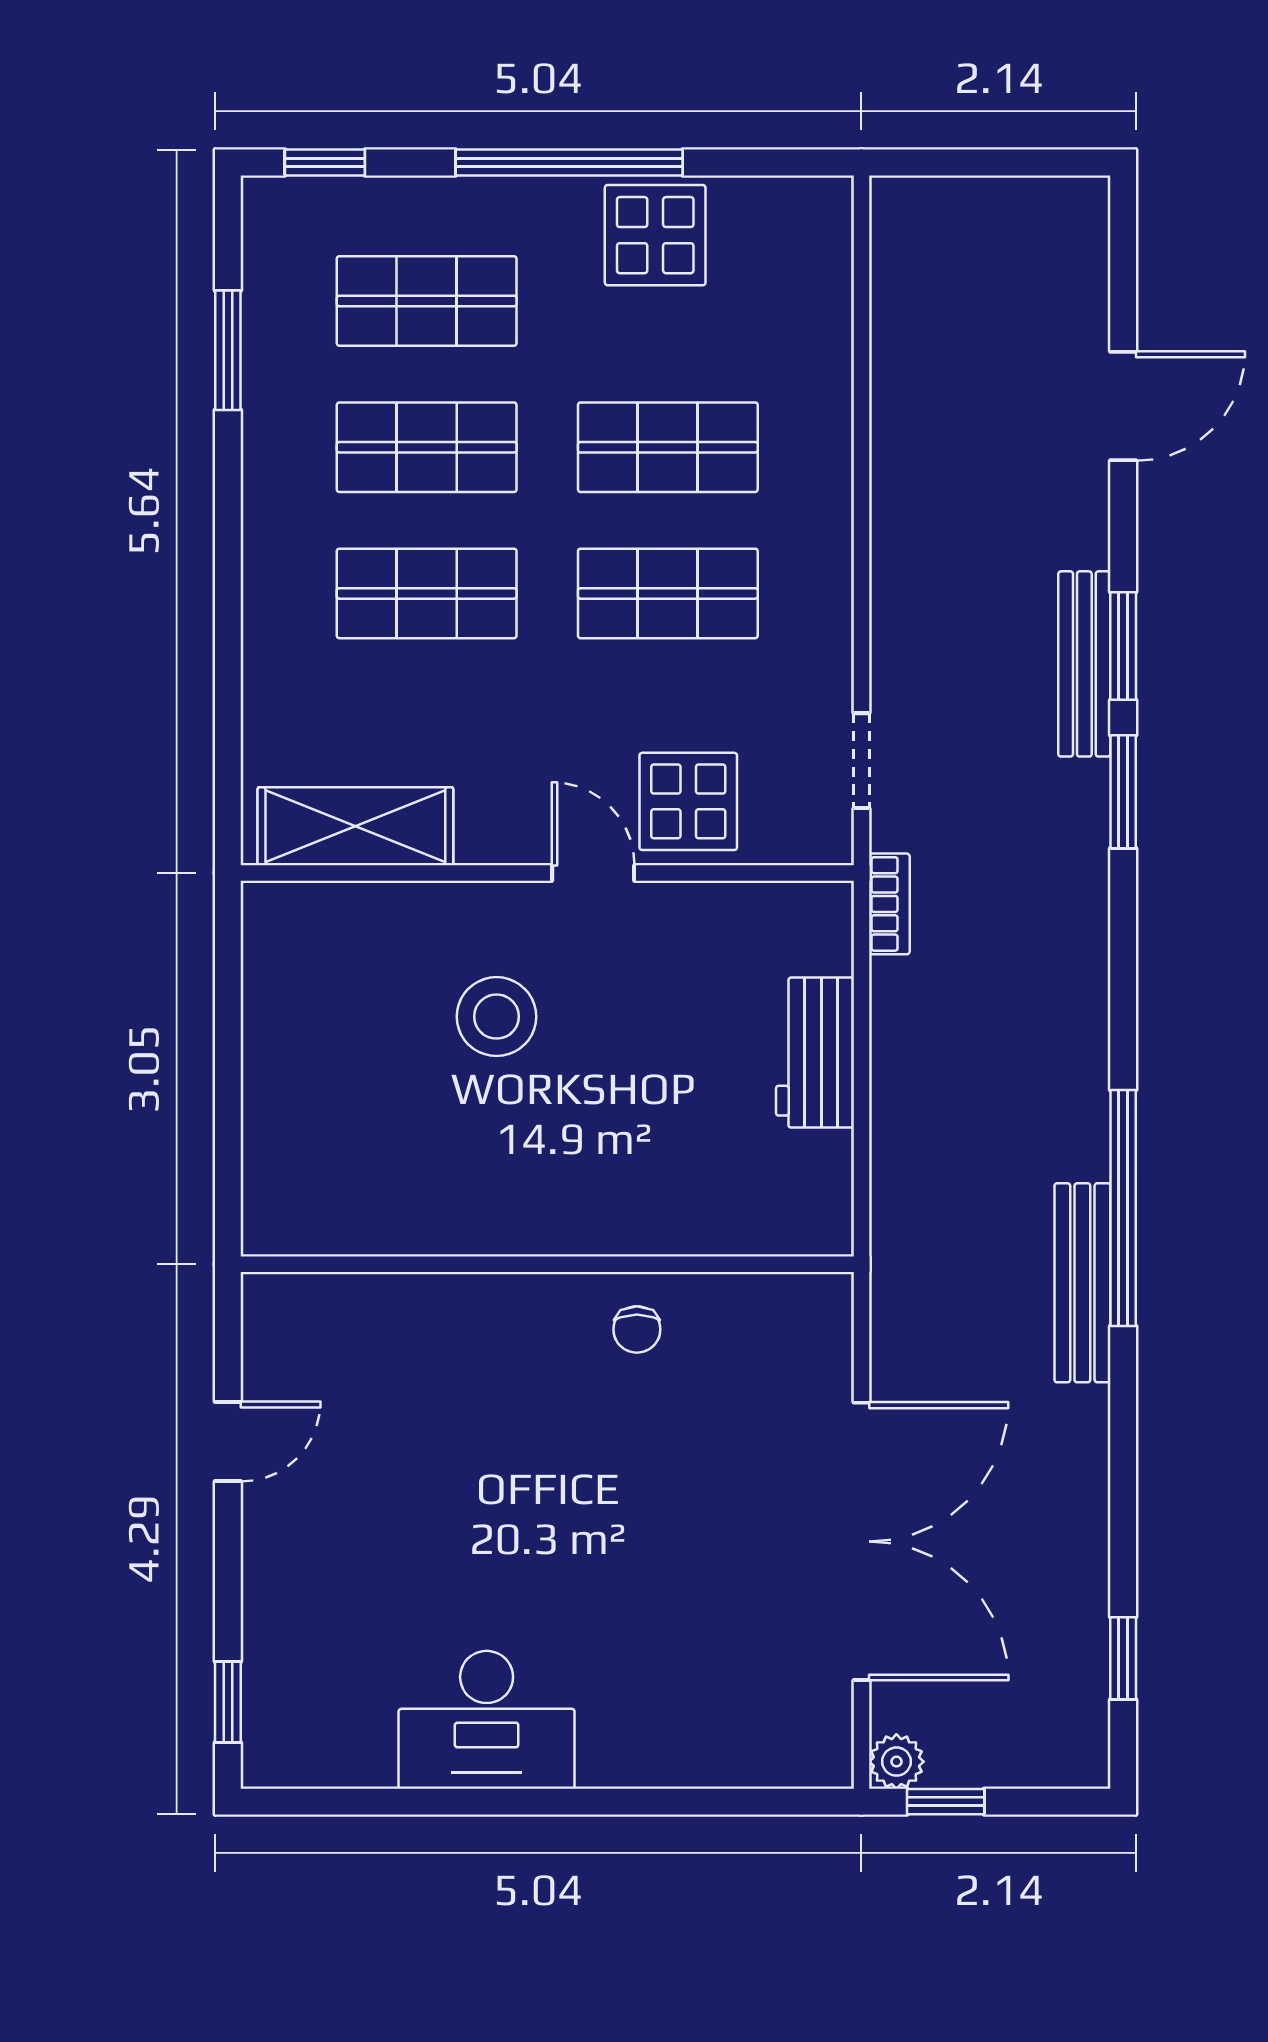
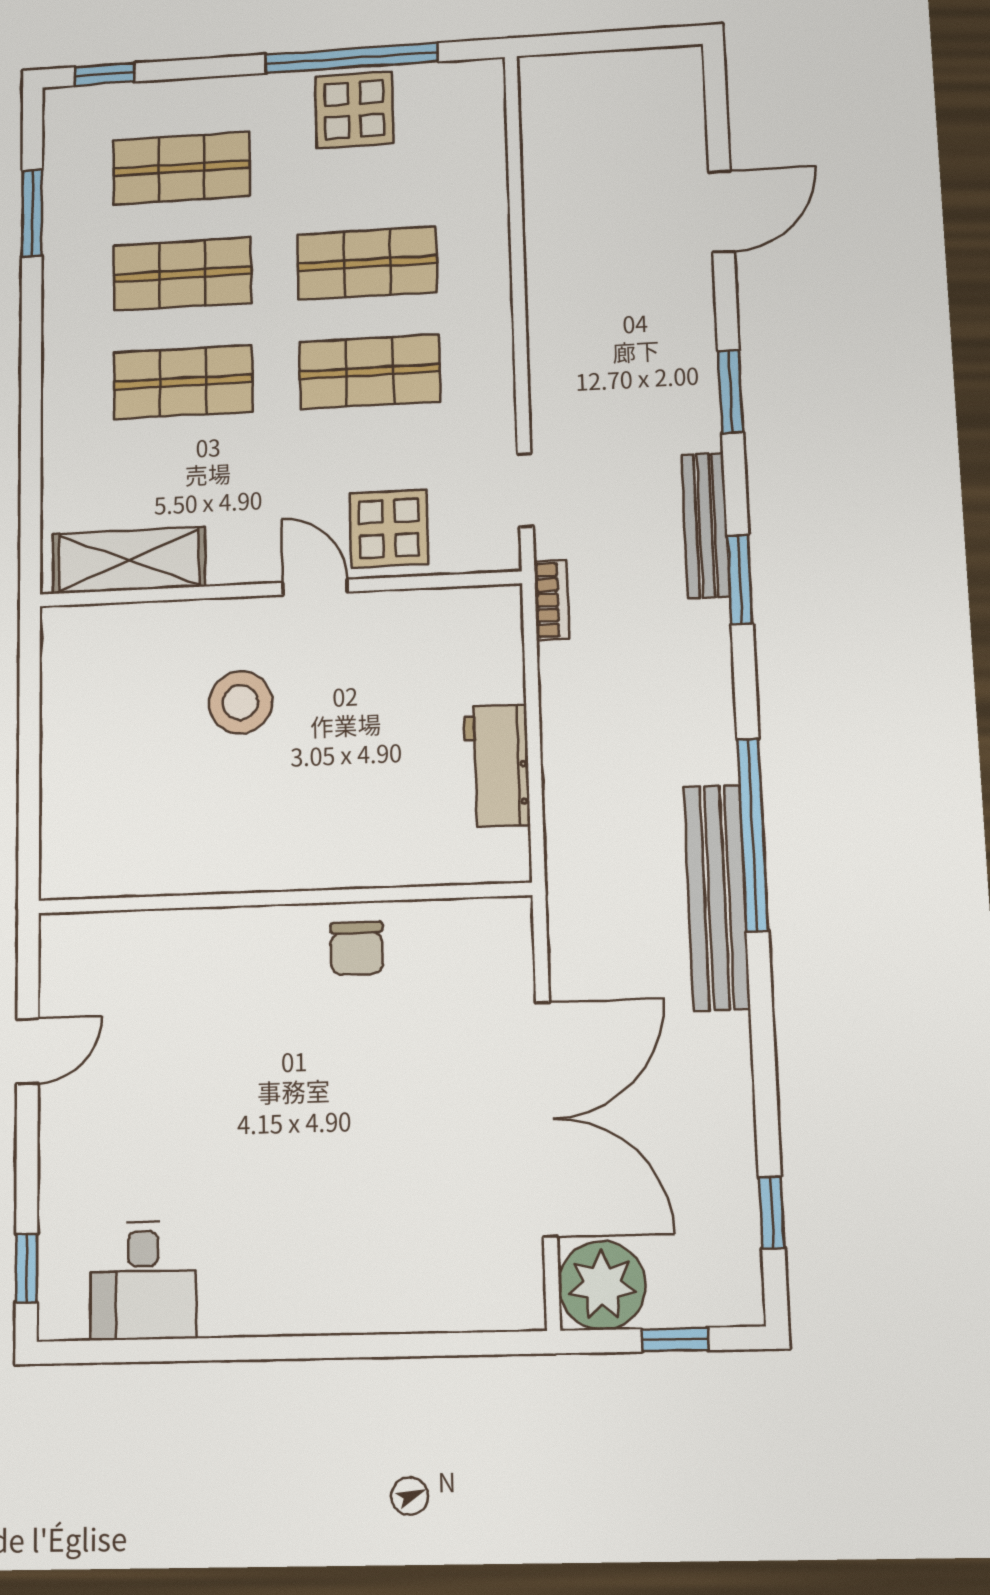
window: (569, 162) -> (352, 58), moved
bench: (1084, 664) -> (706, 525), moved
window: (1123, 792) -> (740, 580), moved
workbench: (815, 1053) -> (497, 765), moved
bench: (1082, 1283) -> (717, 897), width x1.37, depth x1.21
chair: (637, 1329) -> (357, 948), width x1.37, depth x1.37
desk: (487, 1720) -> (143, 1280), moved, width x0.73
plant: (896, 1762) -> (602, 1285), width x1.88, depth x1.88
window: (946, 1802) -> (675, 1340), moved

